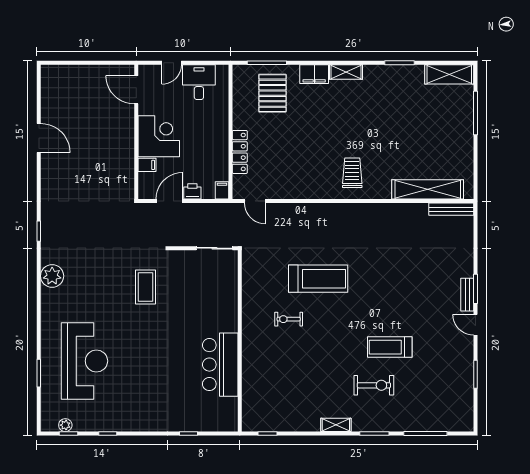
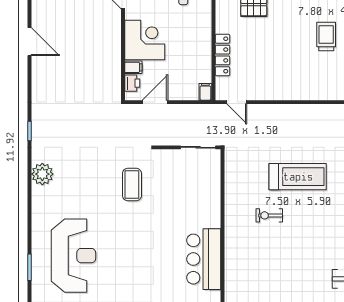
trolley: (352, 173) -> (326, 36), moved
printer: (192, 191) -> (132, 83), moved, turned 90

